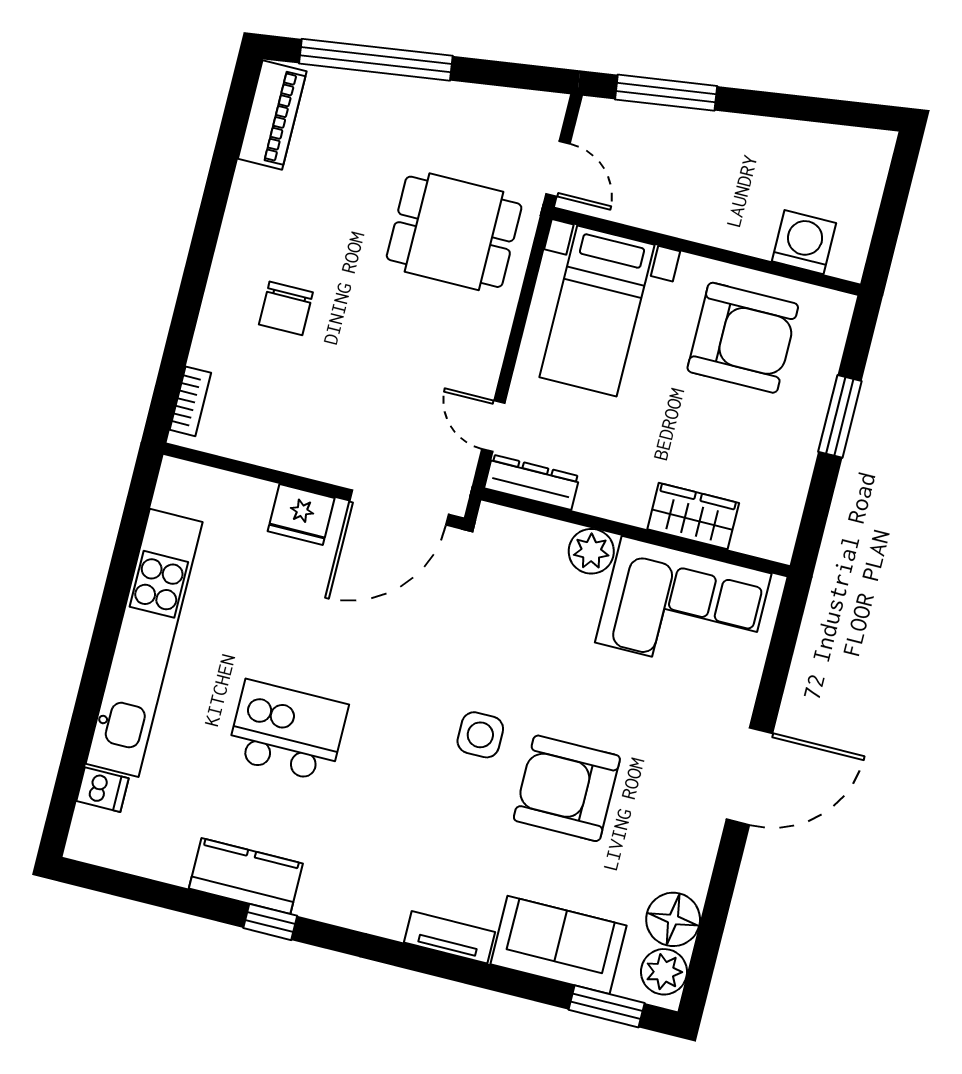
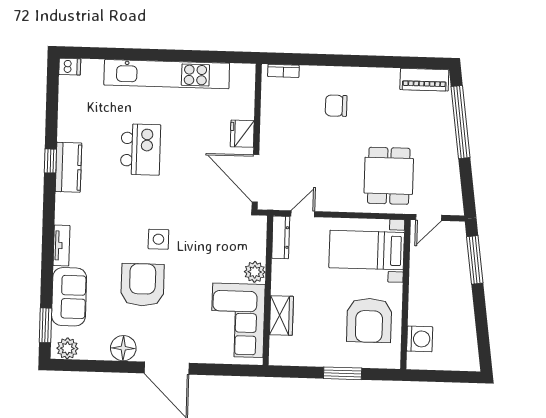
dishwasher: (103, 790) -> (70, 67), moved, turned -90
kitchen counter: (246, 876) -> (68, 167), moved
floor lamp: (673, 919) -> (123, 348), moved

